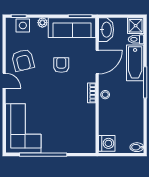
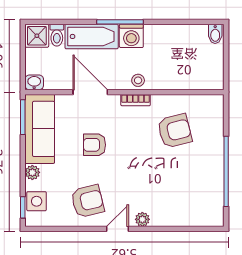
washbasin: (106, 30) -> (34, 82), width x0.52, depth x0.69
plant: (10, 98) -> (142, 219), added
armchair: (71, 120) -> (175, 131), added
corner sofa: (23, 128) -> (187, 201), removed
washing machine: (107, 143) -> (131, 36), moved, turned 180

